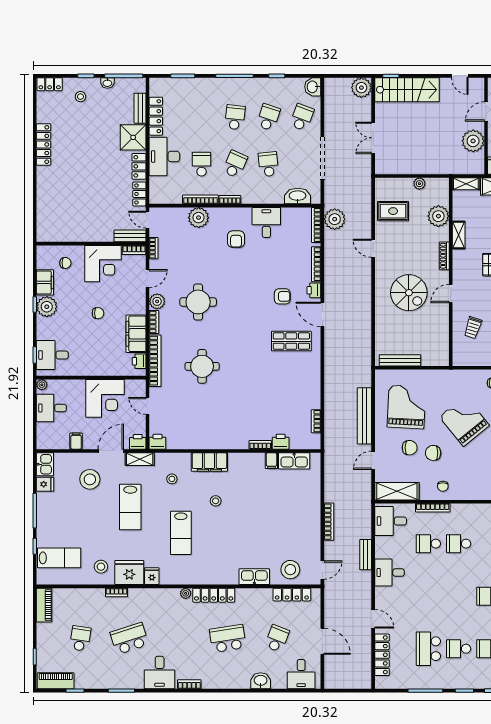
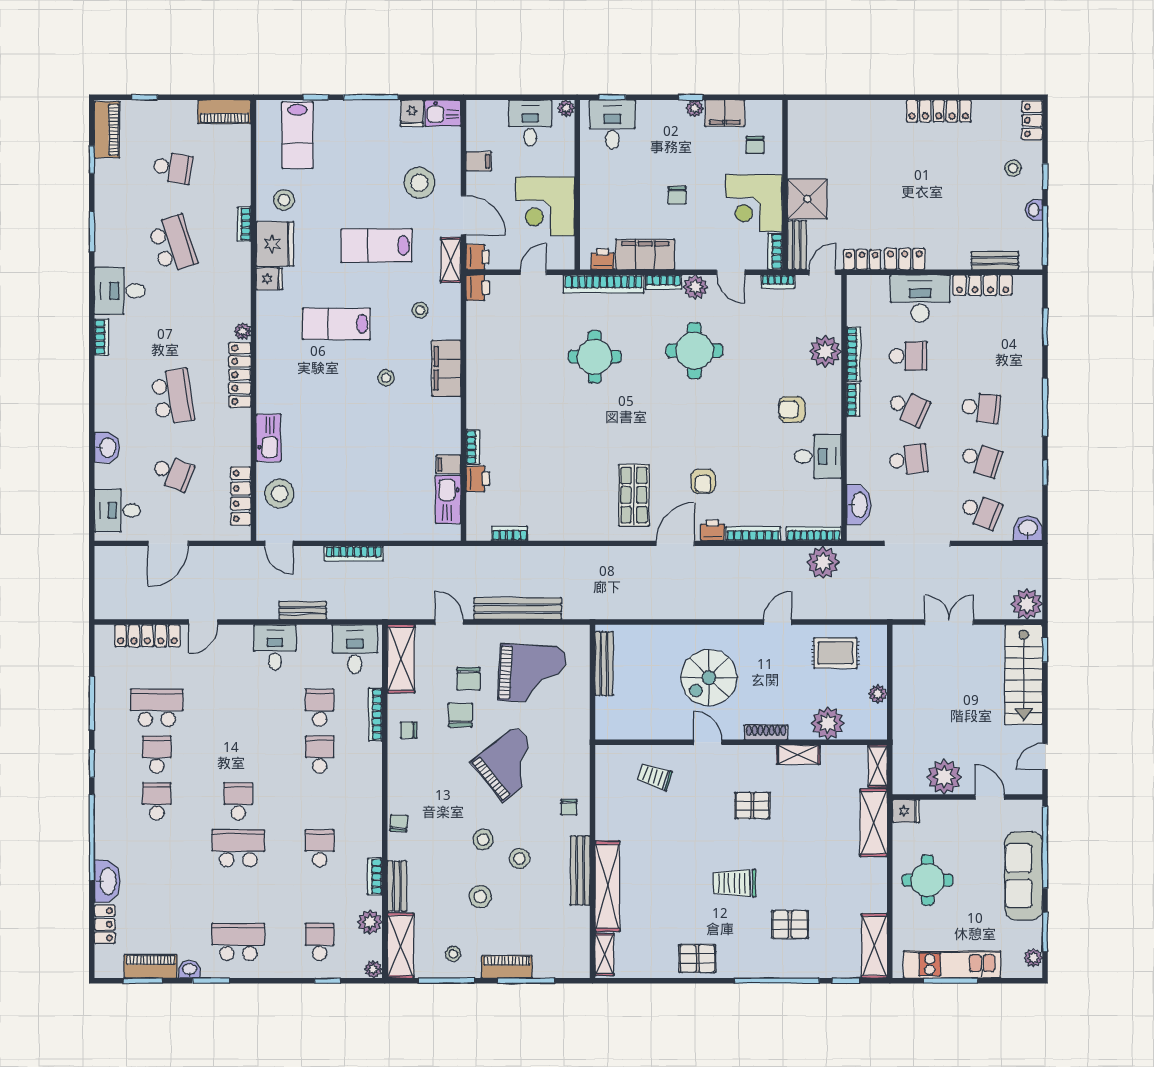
shower: (133, 137) -> (807, 199), moved
rug: (393, 211) -> (835, 653), turned 90
plant: (47, 307) -> (695, 108), width x0.53, depth x0.53

